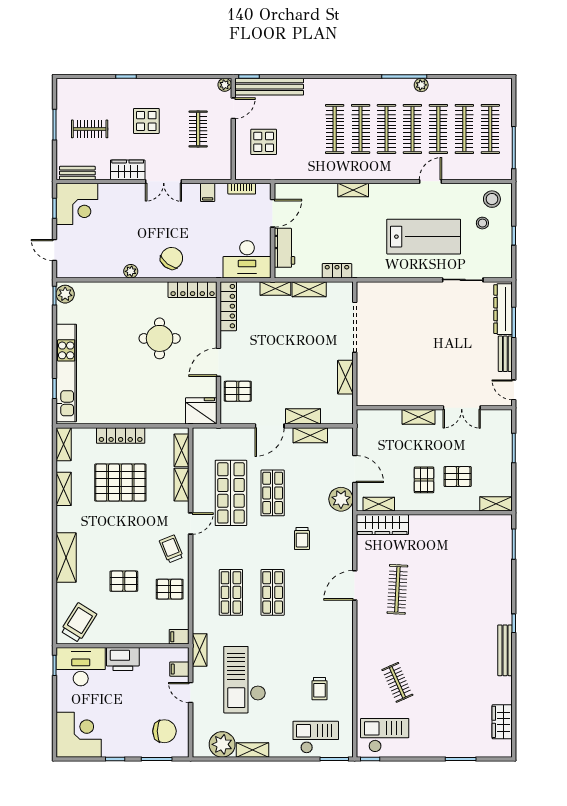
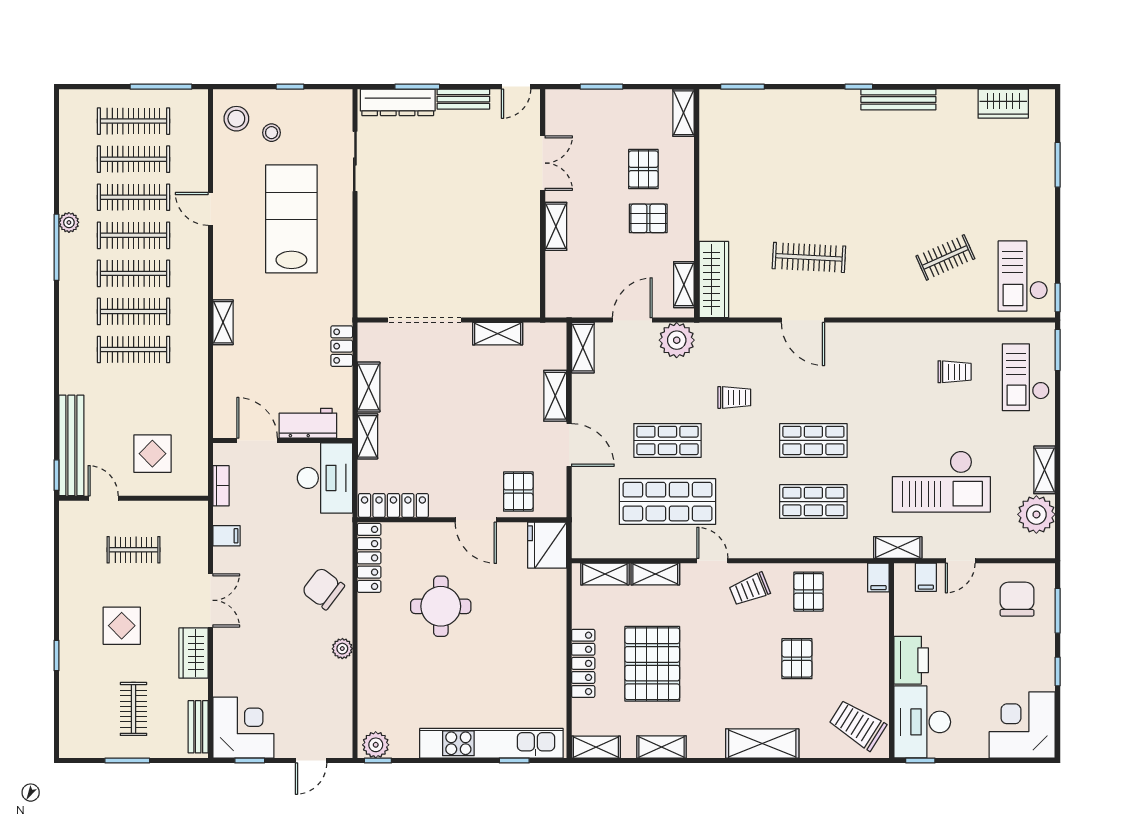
plant: (225, 85) -> (69, 511), removed
shelving: (310, 435) -> (583, 348), moved

